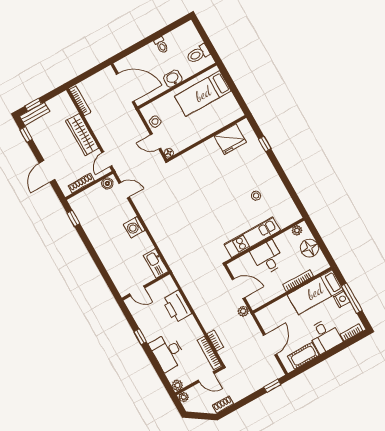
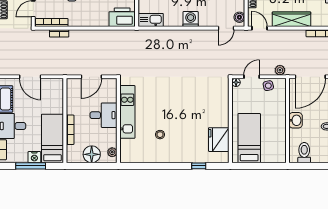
bed: (203, 94) -> (249, 138), moved
printer: (177, 307) -> (122, 17), moved
plant: (243, 311) -> (280, 70), moved

